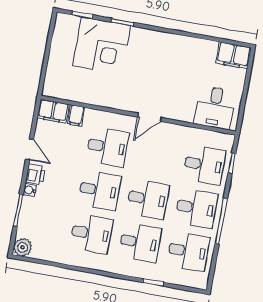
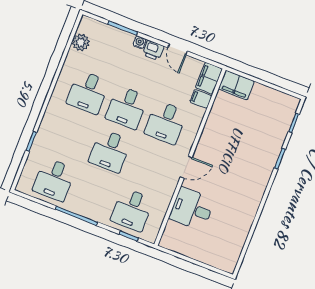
corner desk: (102, 46) -> (262, 135), removed
filing cabinet: (233, 55) -> (236, 85), moved, turned -90
desk: (215, 108) -> (192, 209), moved
door: (149, 117) -> (186, 167), swing flipped
door: (29, 149) -> (178, 49), hinge flipped
desk: (196, 208) -> (93, 195), removed
desk: (140, 242) -> (71, 136), removed
plant: (23, 247) -> (81, 42), moved

